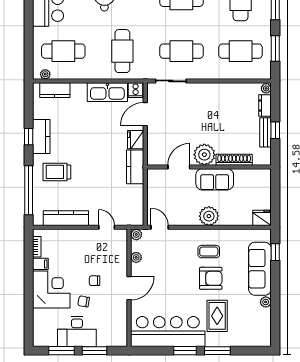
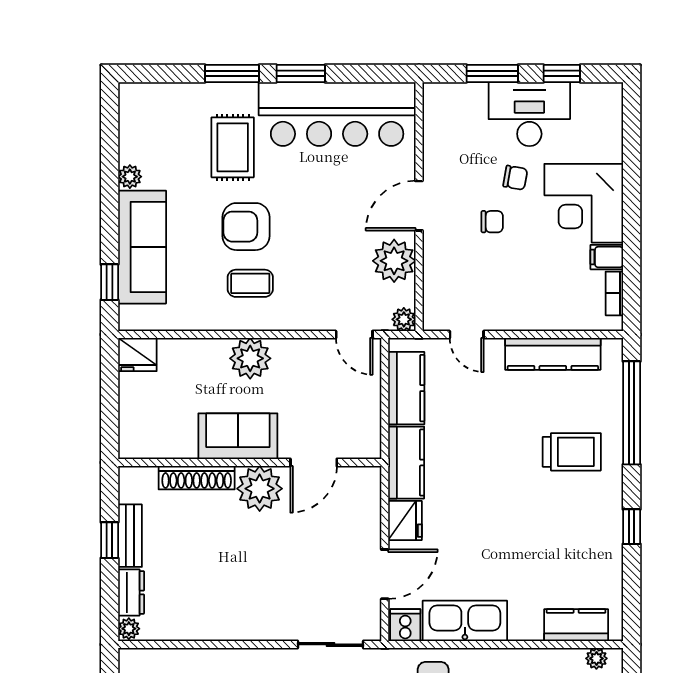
kitchen counter: (41, 137) -> (406, 388), moved, turned 180
plant: (136, 257) -> (394, 261), width x1.88, depth x1.88
window: (62, 351) -> (562, 74), width x0.67

